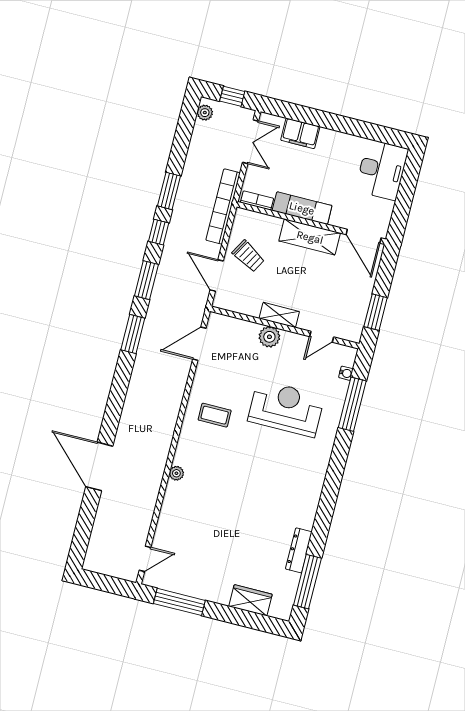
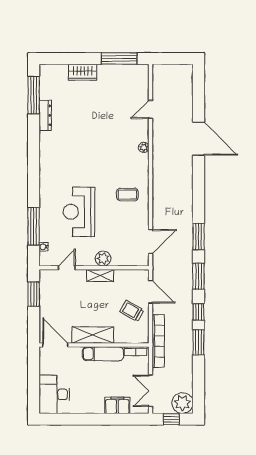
plant: (205, 113) -> (182, 403), width x1.87, depth x1.87
reception desk: (286, 408) -> (79, 212), turned 90
door: (145, 559) -> (151, 109), moved
wardrobe: (250, 600) -> (82, 72), moved

